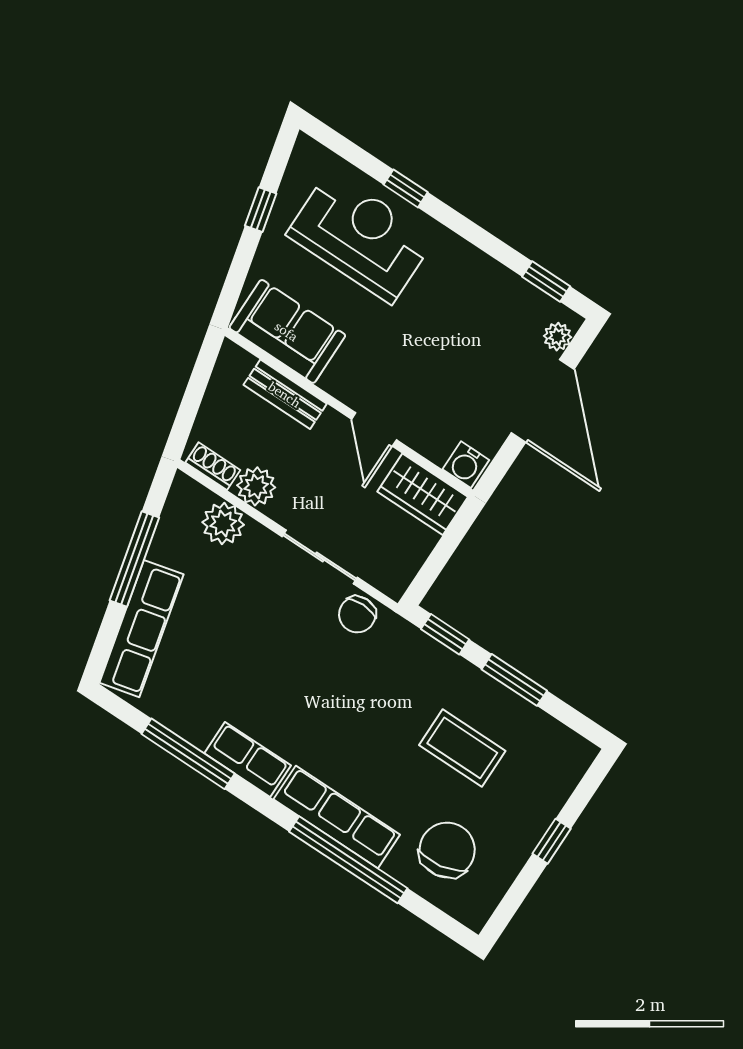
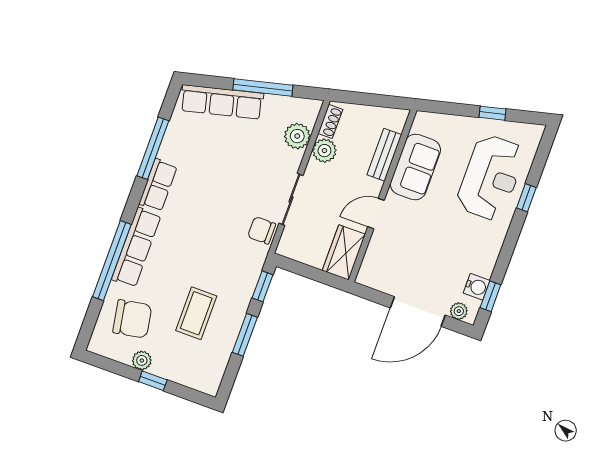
sofa: (287, 331) -> (415, 167), moved
water cooler: (466, 465) -> (477, 287), moved, turned 180
plant: (516, 851) -> (142, 360), added

